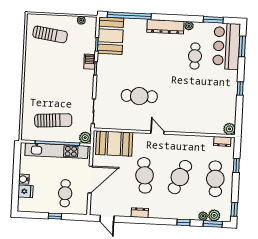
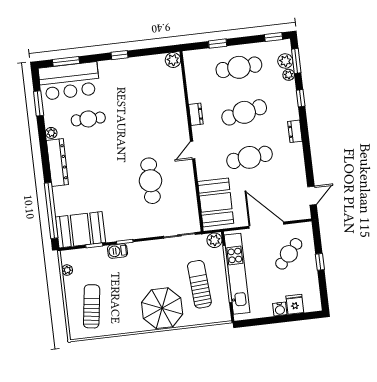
parasol: (40, 89) -> (162, 308), added
dresser: (222, 141) -> (196, 114), moved
cafe table: (180, 177) -> (244, 112), turned -36
cafe table: (65, 193) -> (289, 254), turned -47
dresser: (140, 213) -> (295, 131), moved

